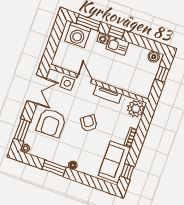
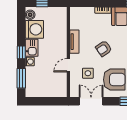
washing machine: (78, 35) -> (34, 29), moved
side table: (67, 83) -> (88, 73), moved
plant: (136, 109) -> (78, 14), removed

